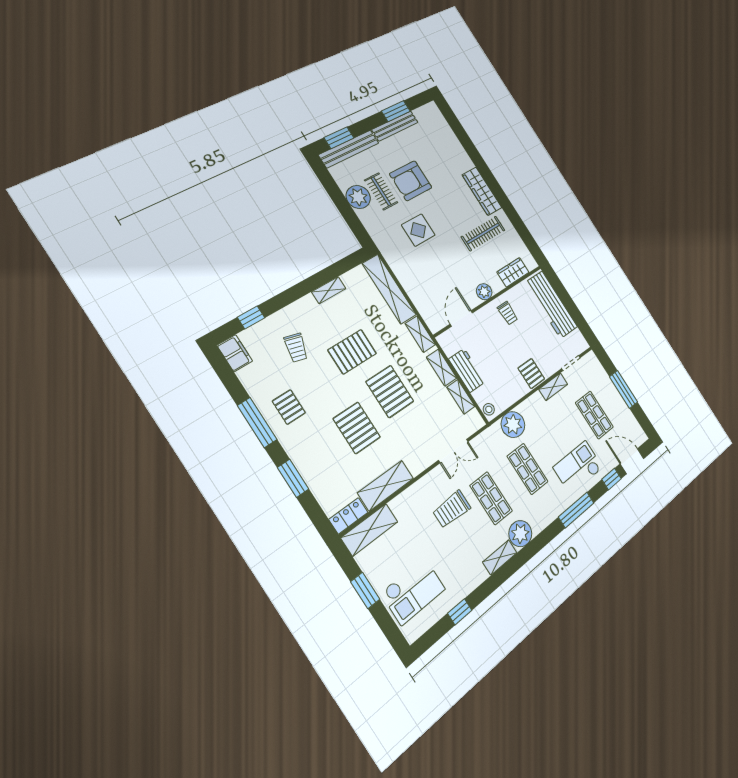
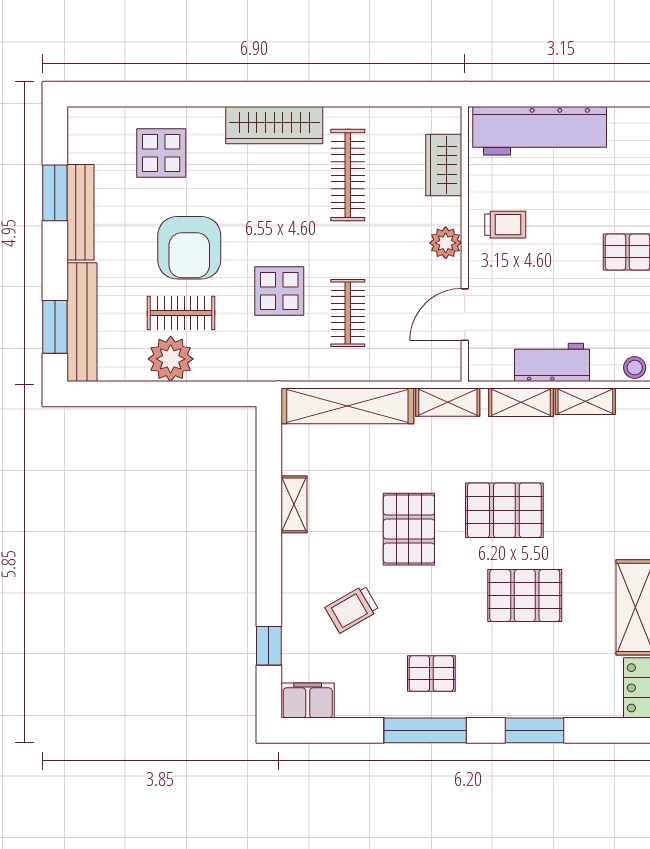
display table: (441, 149) -> (161, 153), added
clothes rail: (429, 266) -> (348, 313), added
door: (461, 318) -> (465, 315), hinge flipped
trolley: (296, 348) -> (352, 609), turned 135

